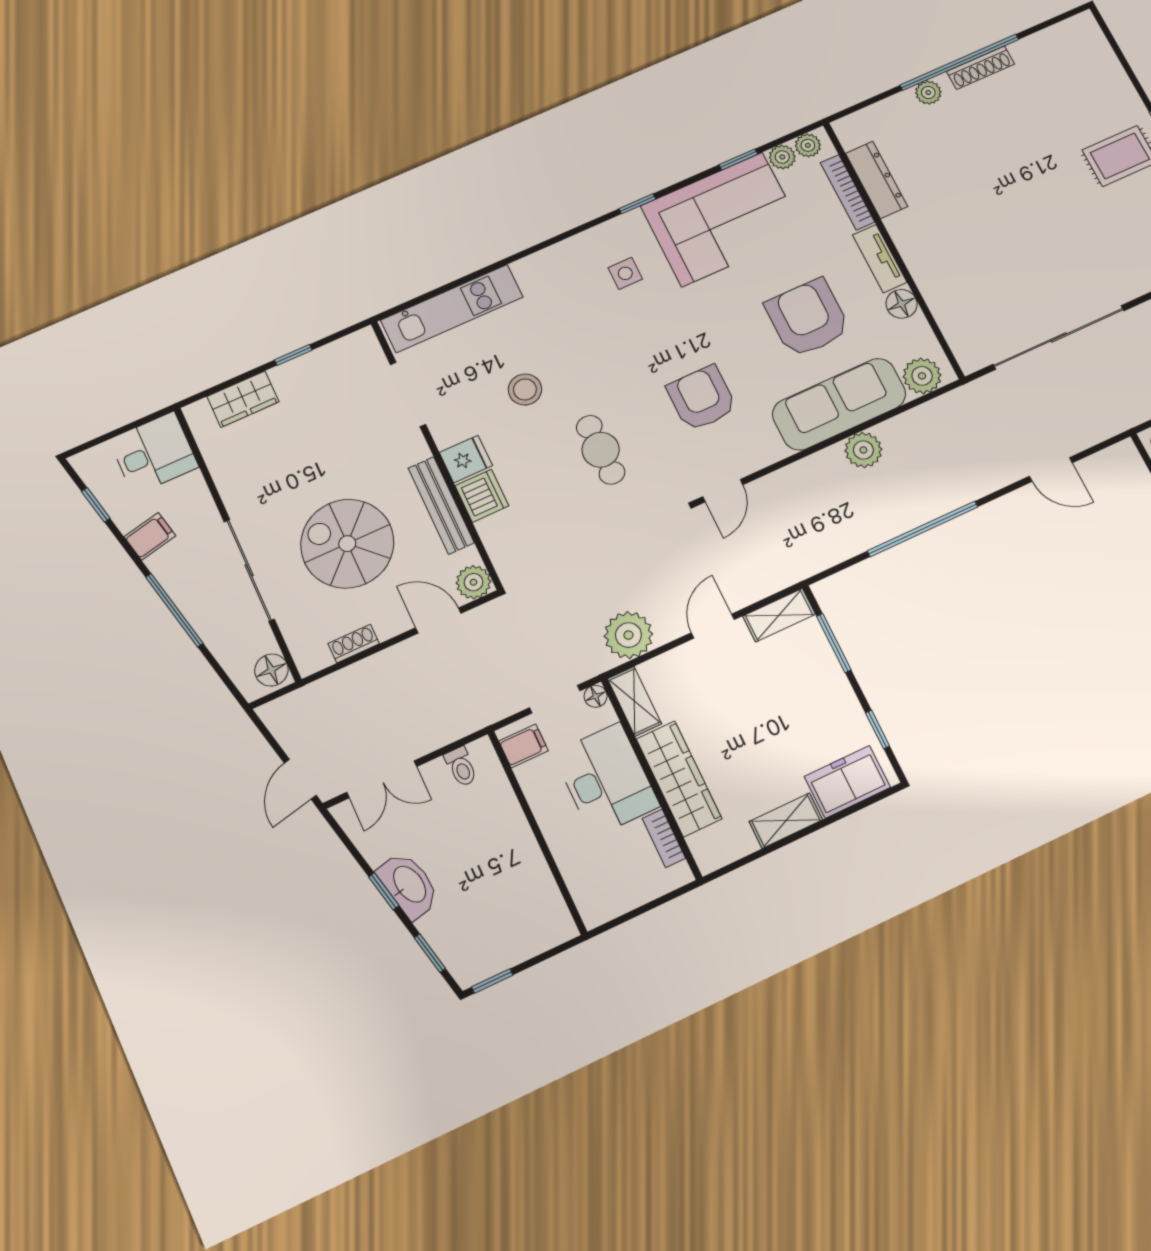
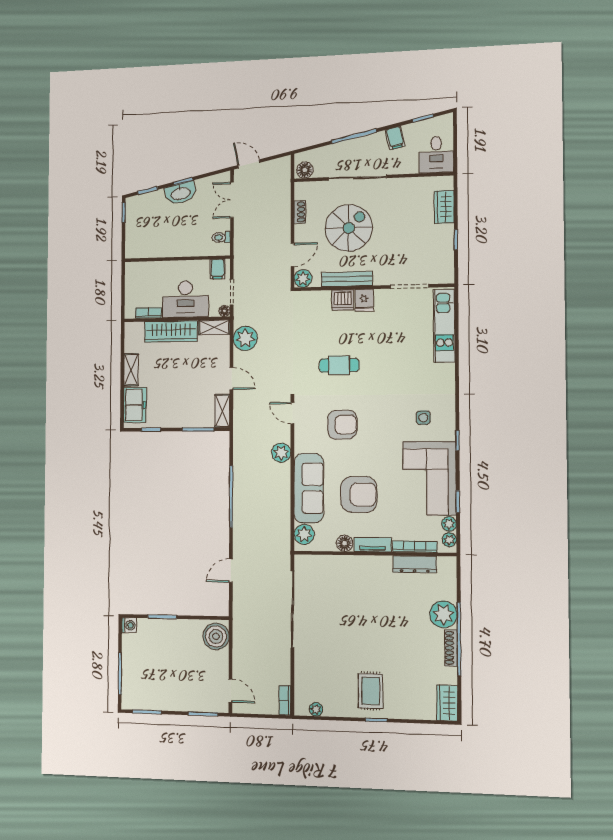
wardrobe: (1070, 35) -> (447, 703), added
plant: (928, 93) -> (443, 614), width x1.88, depth x1.88
stool: (525, 389) -> (386, 343), removed
plant: (863, 450) -> (281, 453), moved

